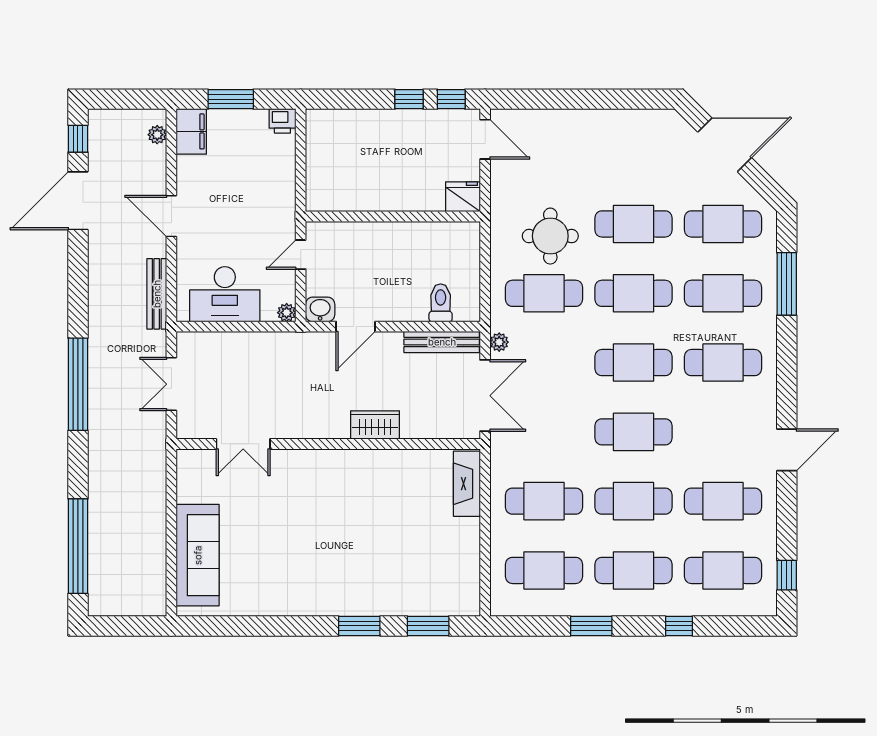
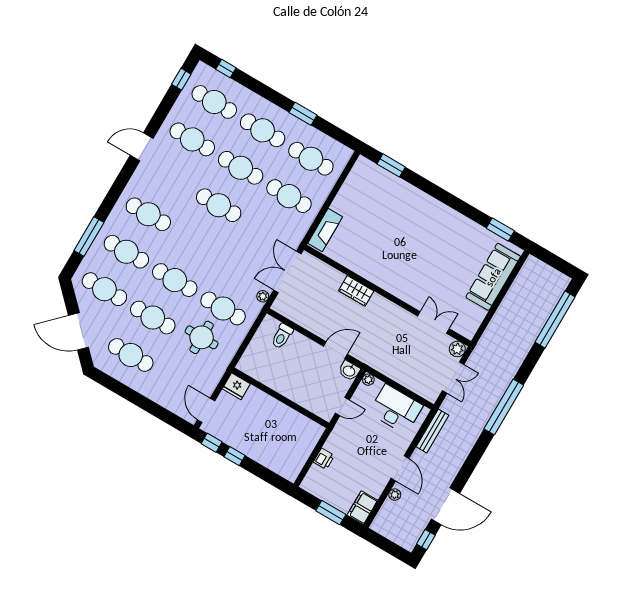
printer: (282, 121) -> (324, 459), moved, turned 90
plant: (157, 135) -> (395, 495), moved
bench: (442, 342) -> (294, 315), removed
cafe table: (634, 363) -> (131, 355), moved
plant: (189, 427) -> (457, 349), added
window: (359, 626) -> (500, 229), moved
window: (679, 626) -> (226, 69), moved

